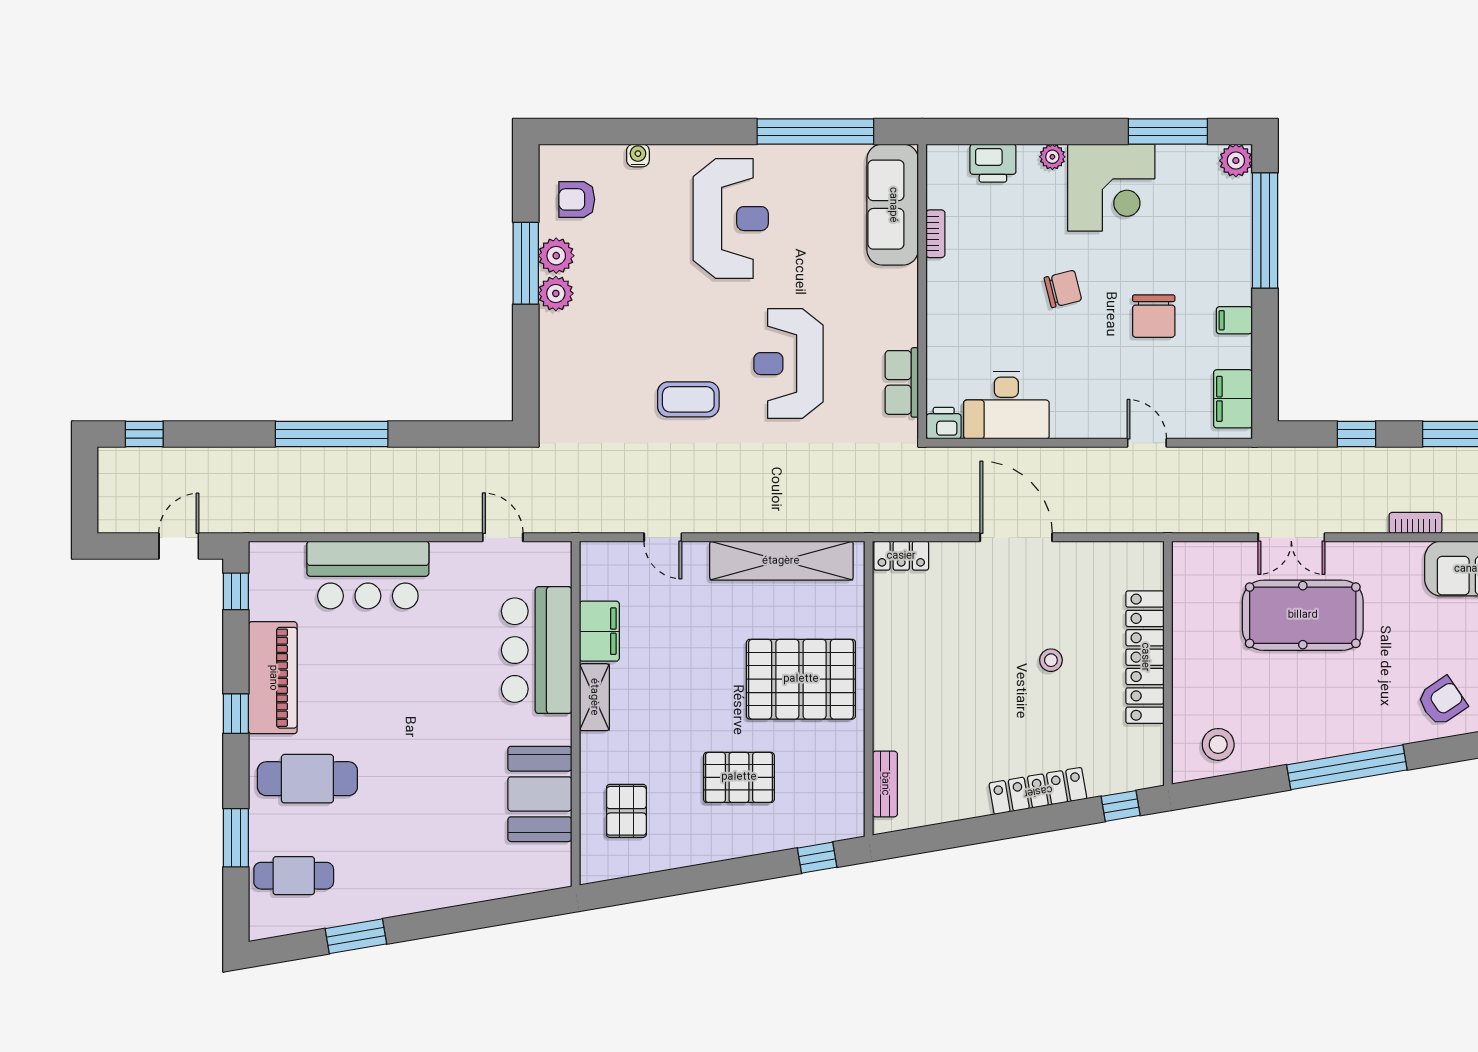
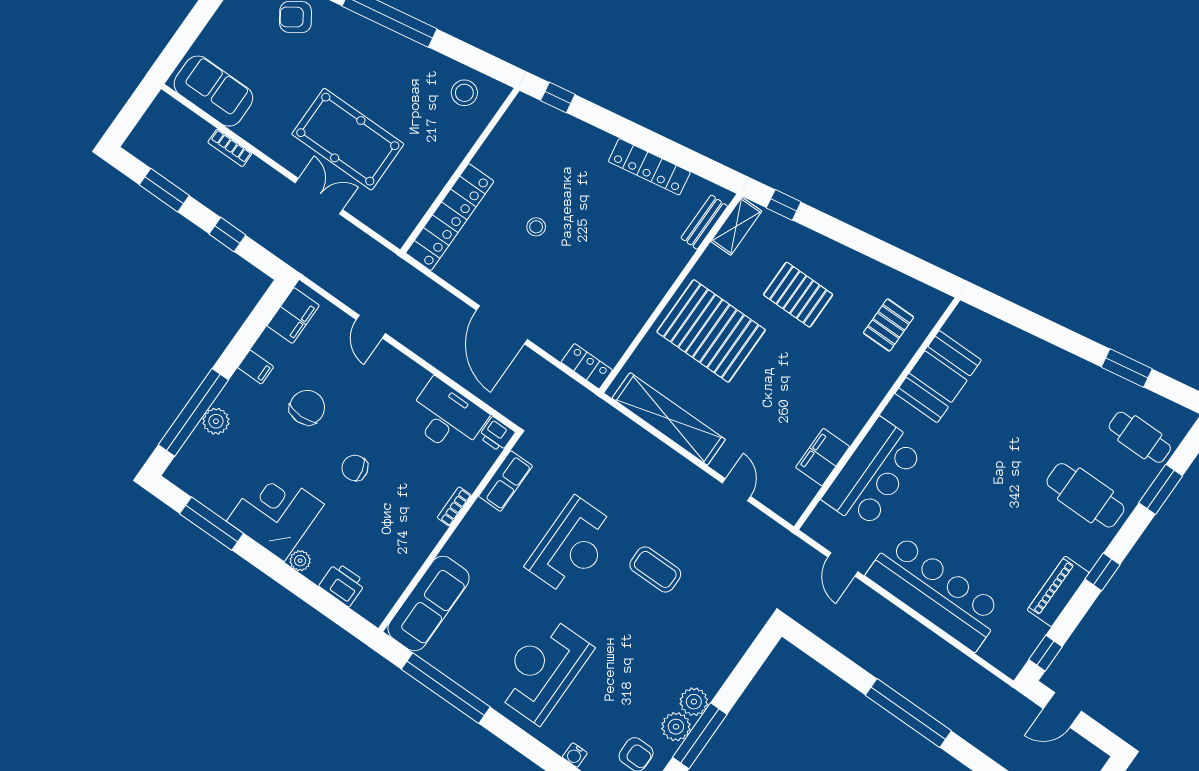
plant: (1236, 161) -> (216, 421), moved
bookcase: (935, 234) -> (454, 506), moved
bar counter: (368, 575) -> (935, 592), width x1.36
locker: (1145, 657) -> (450, 217), moved
piano: (273, 678) -> (1058, 591), width x0.73, depth x0.75
shelving: (594, 697) -> (736, 226), moved
locker: (1038, 791) -> (649, 167), moved

